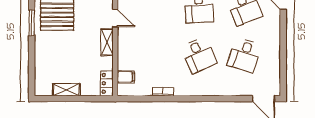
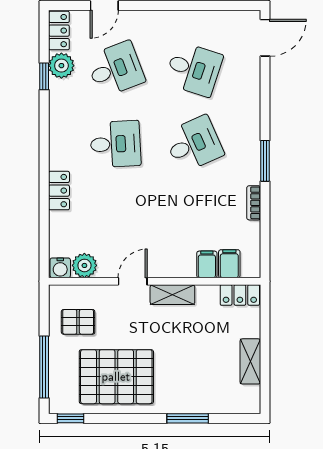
window: (32, 23) -> (188, 418), moved
filing cabinet: (125, 63) -> (207, 264), added
window: (189, 99) -> (265, 161), added

